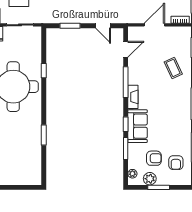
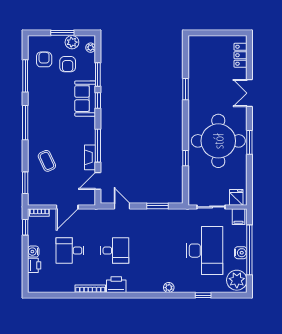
fireplace: (133, 97) -> (90, 157), moved
armchair: (154, 158) -> (68, 64), turned -90

